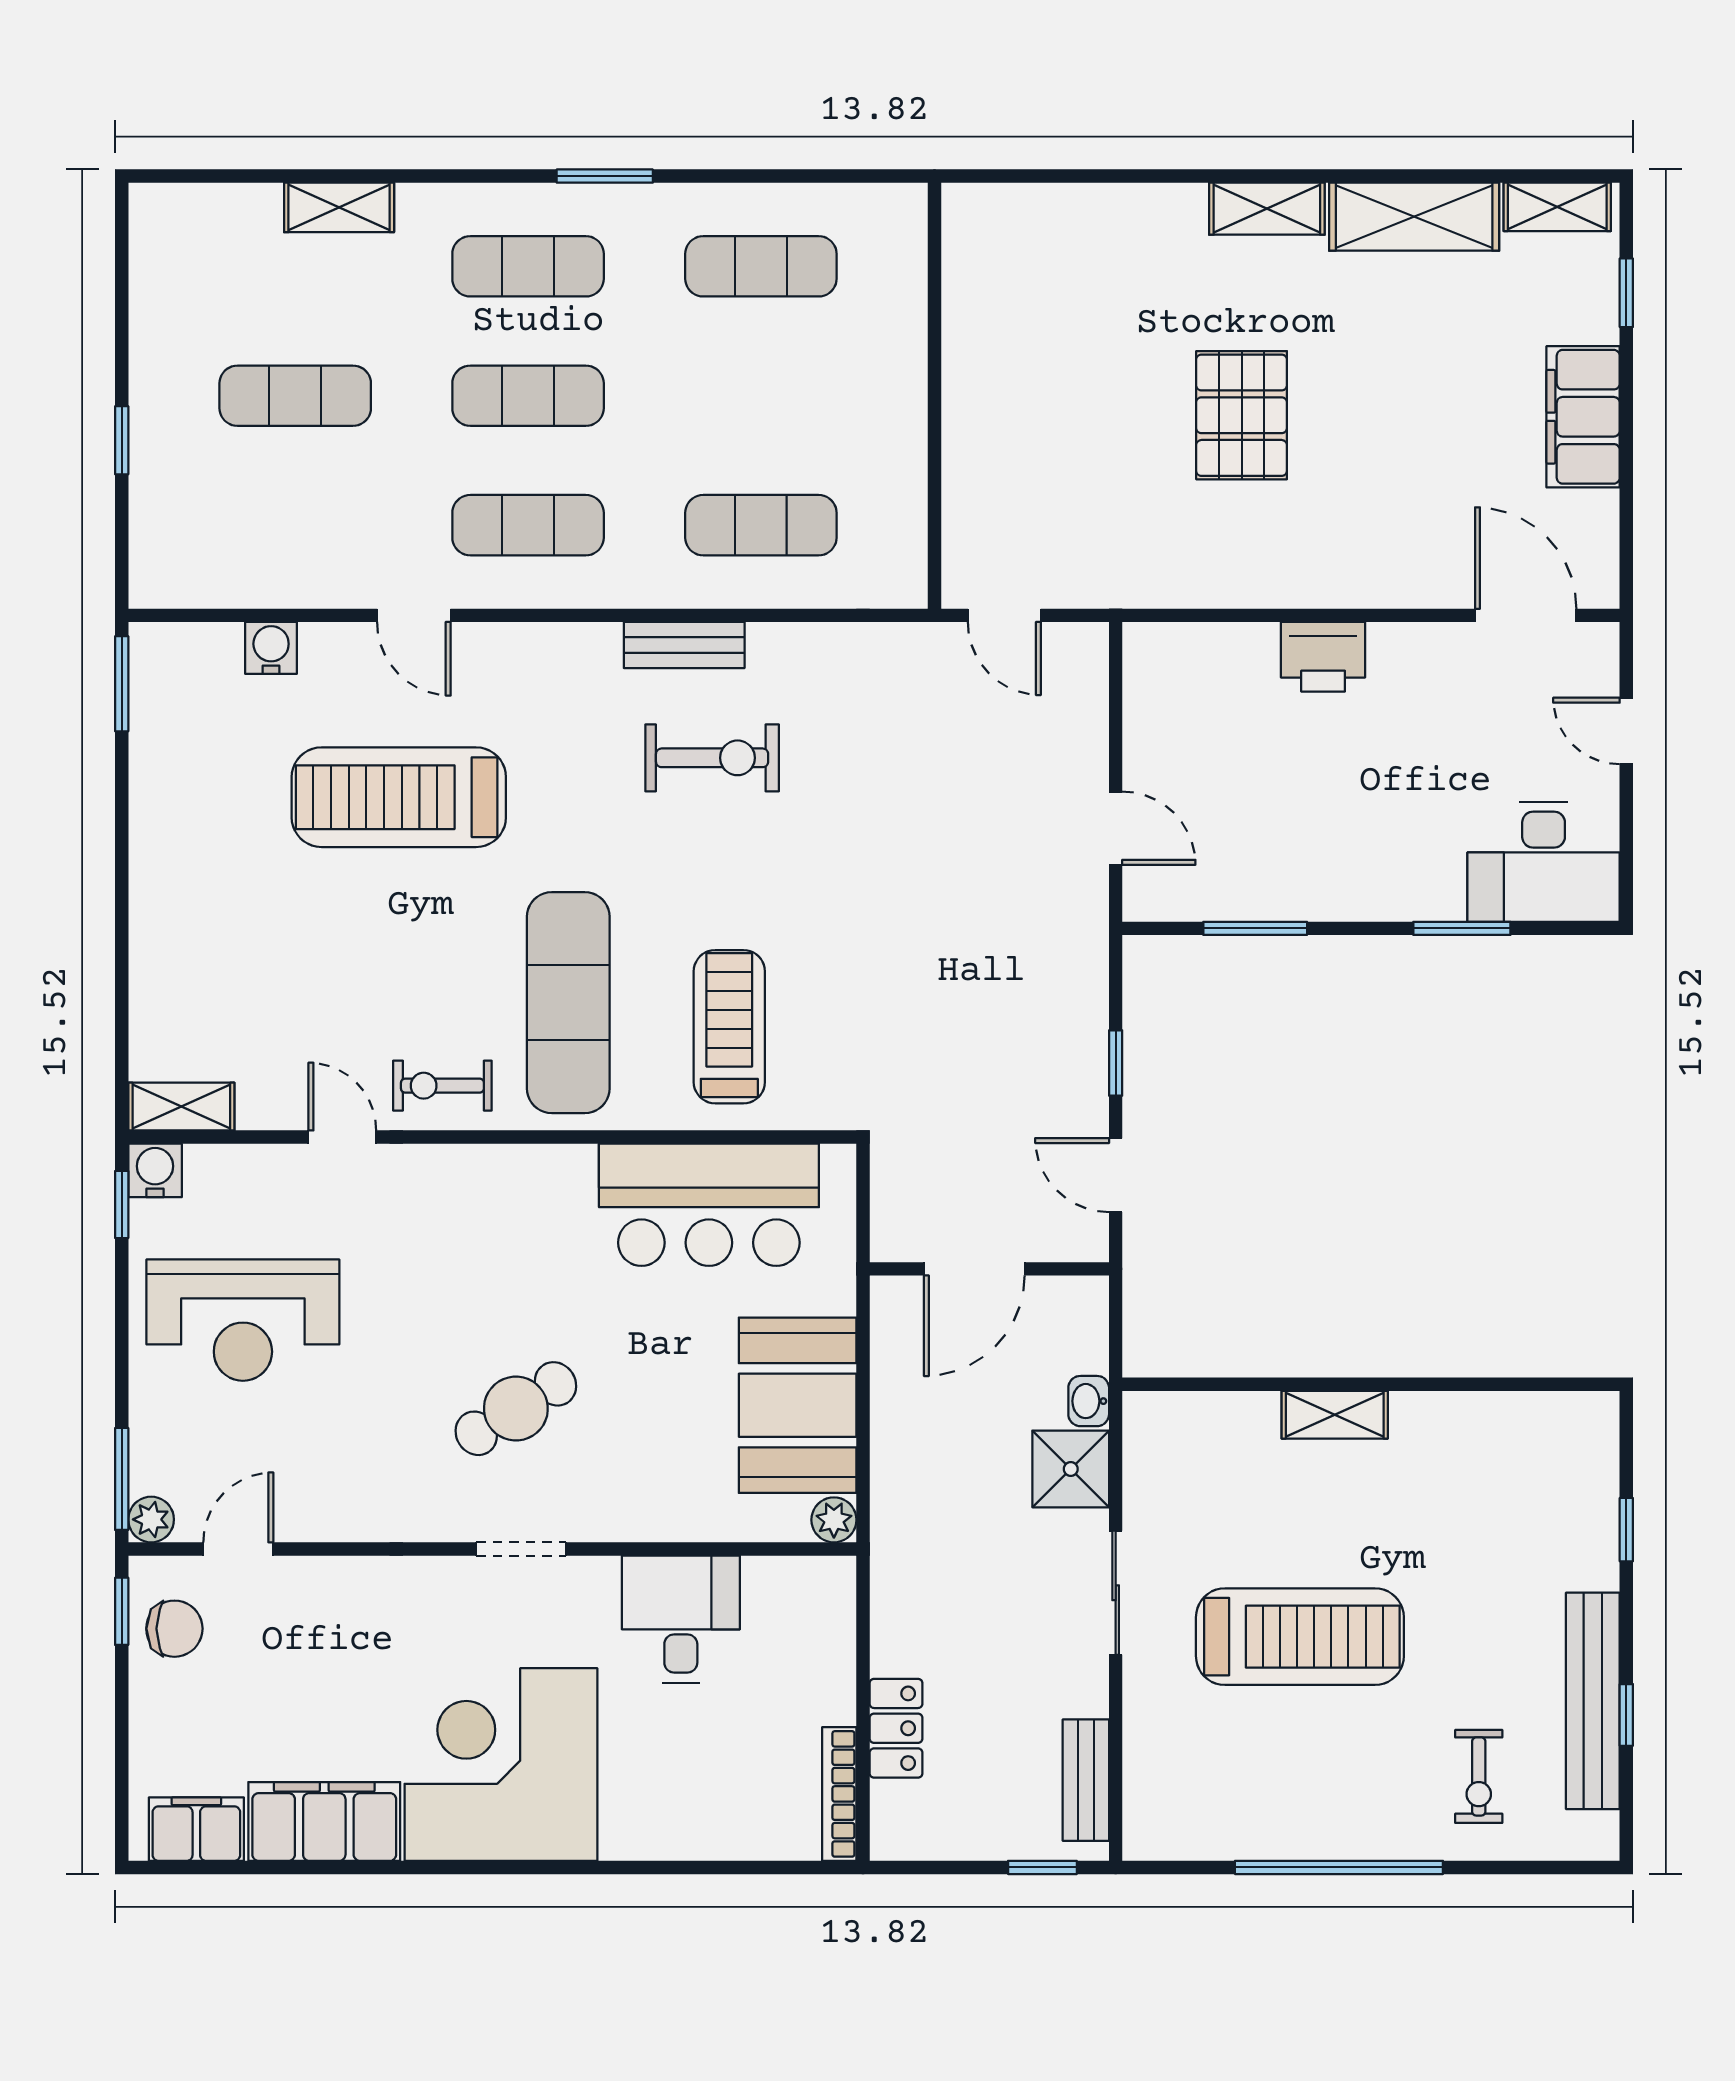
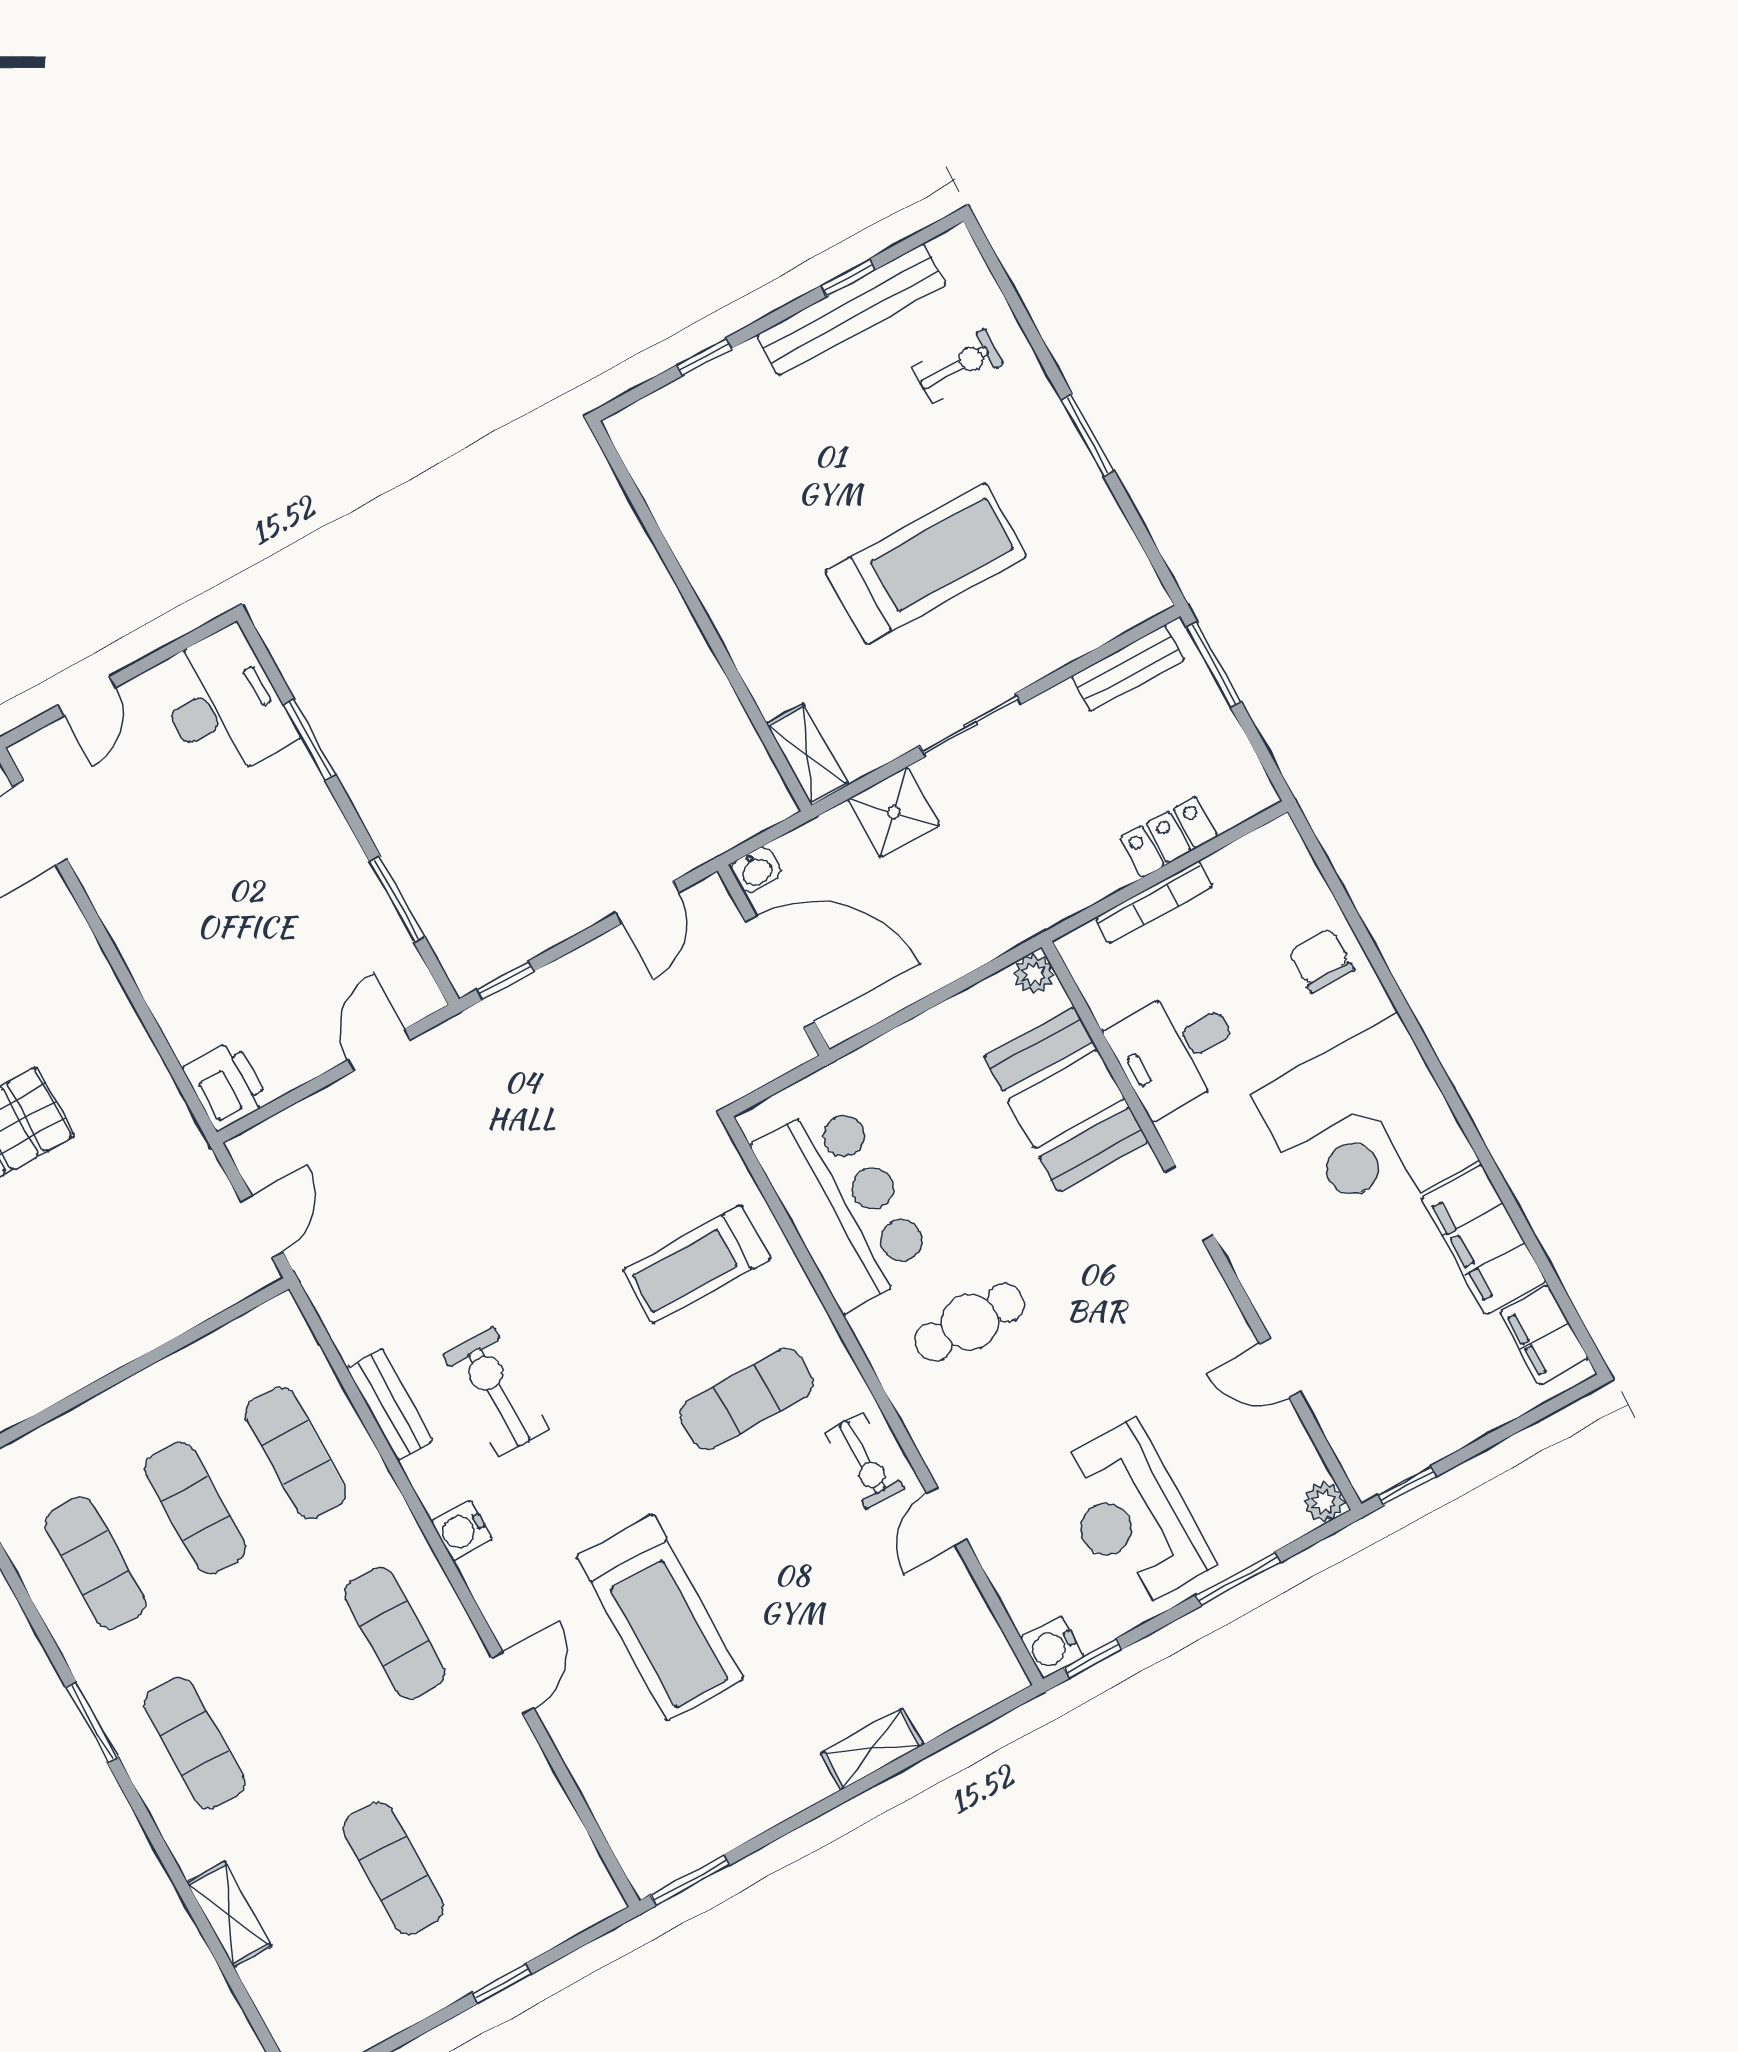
exercise mat: (528, 396) -> (195, 1508), moved
bench: (684, 645) -> (390, 1404), moved
water cooler: (271, 648) -> (462, 1530), moved
printer: (1323, 657) -> (226, 1085), moved
exercise mat: (568, 1003) -> (747, 1399), width x0.73, depth x0.69
window: (1116, 1063) -> (505, 981), moved
shelving: (181, 1107) -> (872, 1749), moved, turned 90
door: (974, 1269) -> (780, 972), width x1.36
reception desk: (243, 1320) -> (1131, 1516), turned 180
washbasin: (1089, 1401) -> (756, 870), moved
booth: (798, 1405) -> (1066, 1099), moved, turned 90
cafe table: (516, 1409) -> (970, 1322), moved, turned -58
shelving: (1335, 1415) -> (807, 754), moved
window: (122, 1479) -> (1238, 1579), moved
door: (238, 1549) -> (1280, 1368), moved
chair: (174, 1629) -> (1321, 960), moved
treadmill: (1300, 1637) -> (926, 564), turned 90
bookcase: (839, 1794) -> (1154, 902), moved
window: (1042, 1867) -> (1214, 665), width x1.50
window: (1339, 1867) -> (1088, 435), width x0.47

